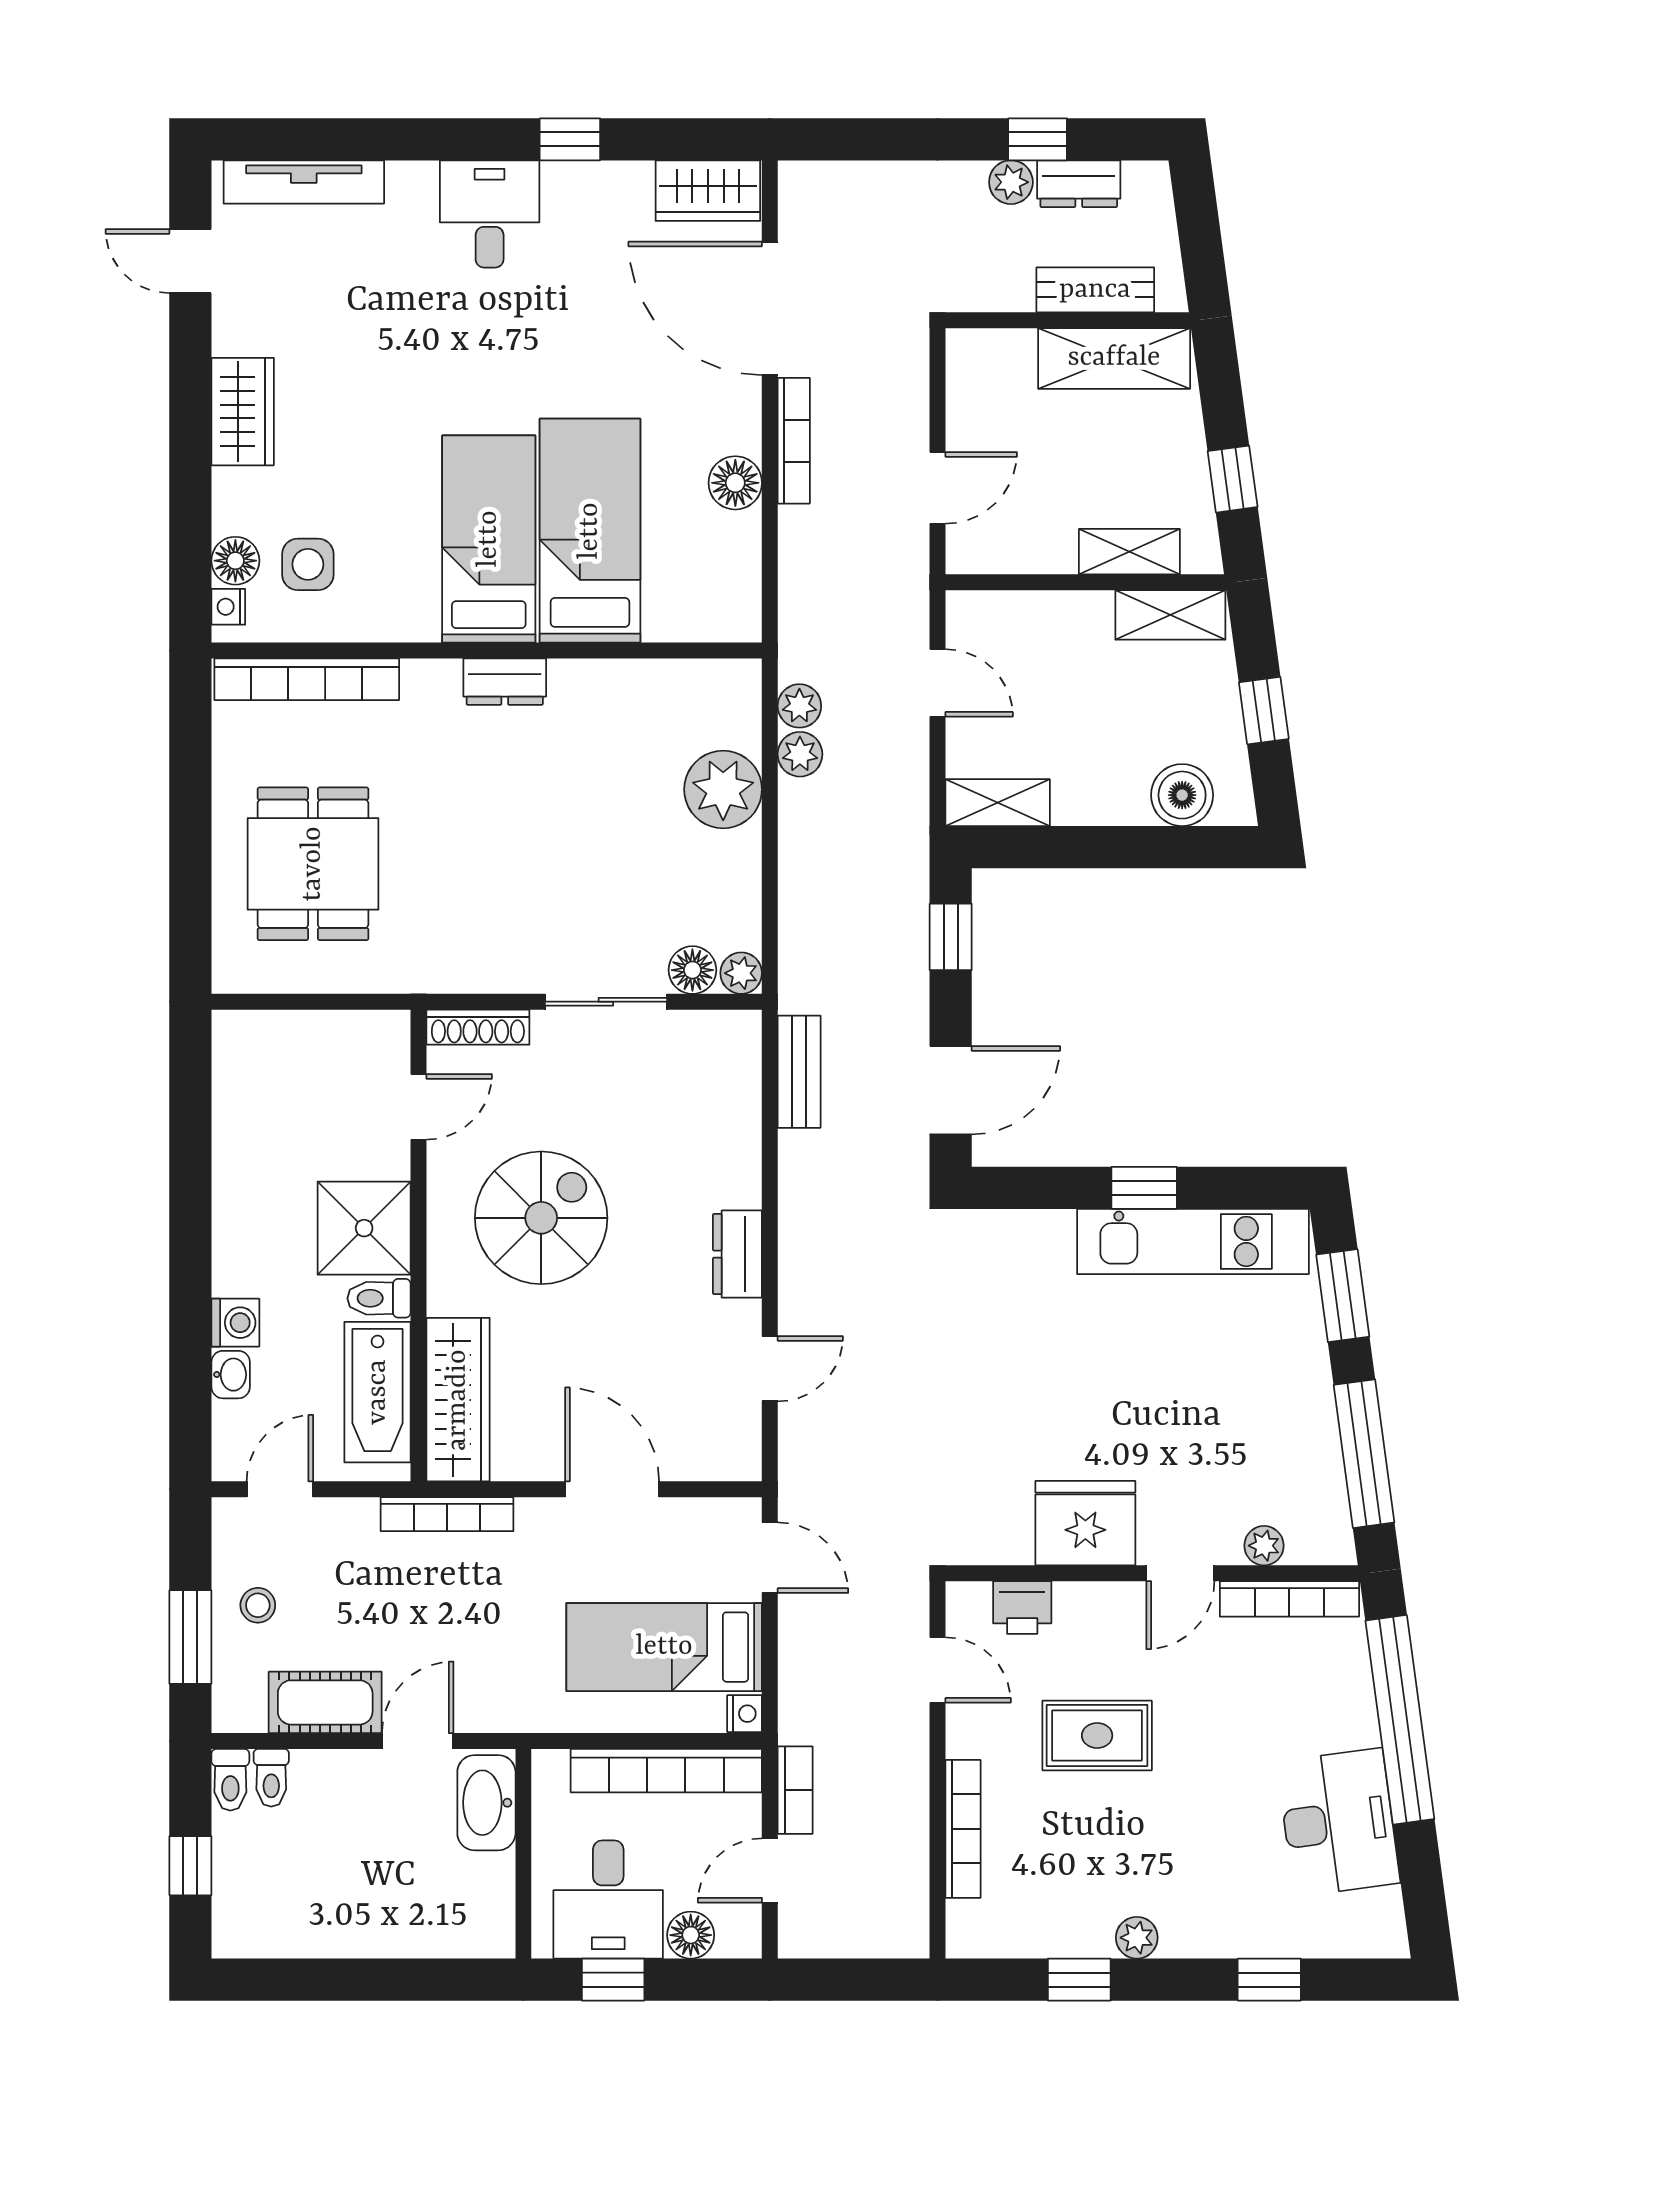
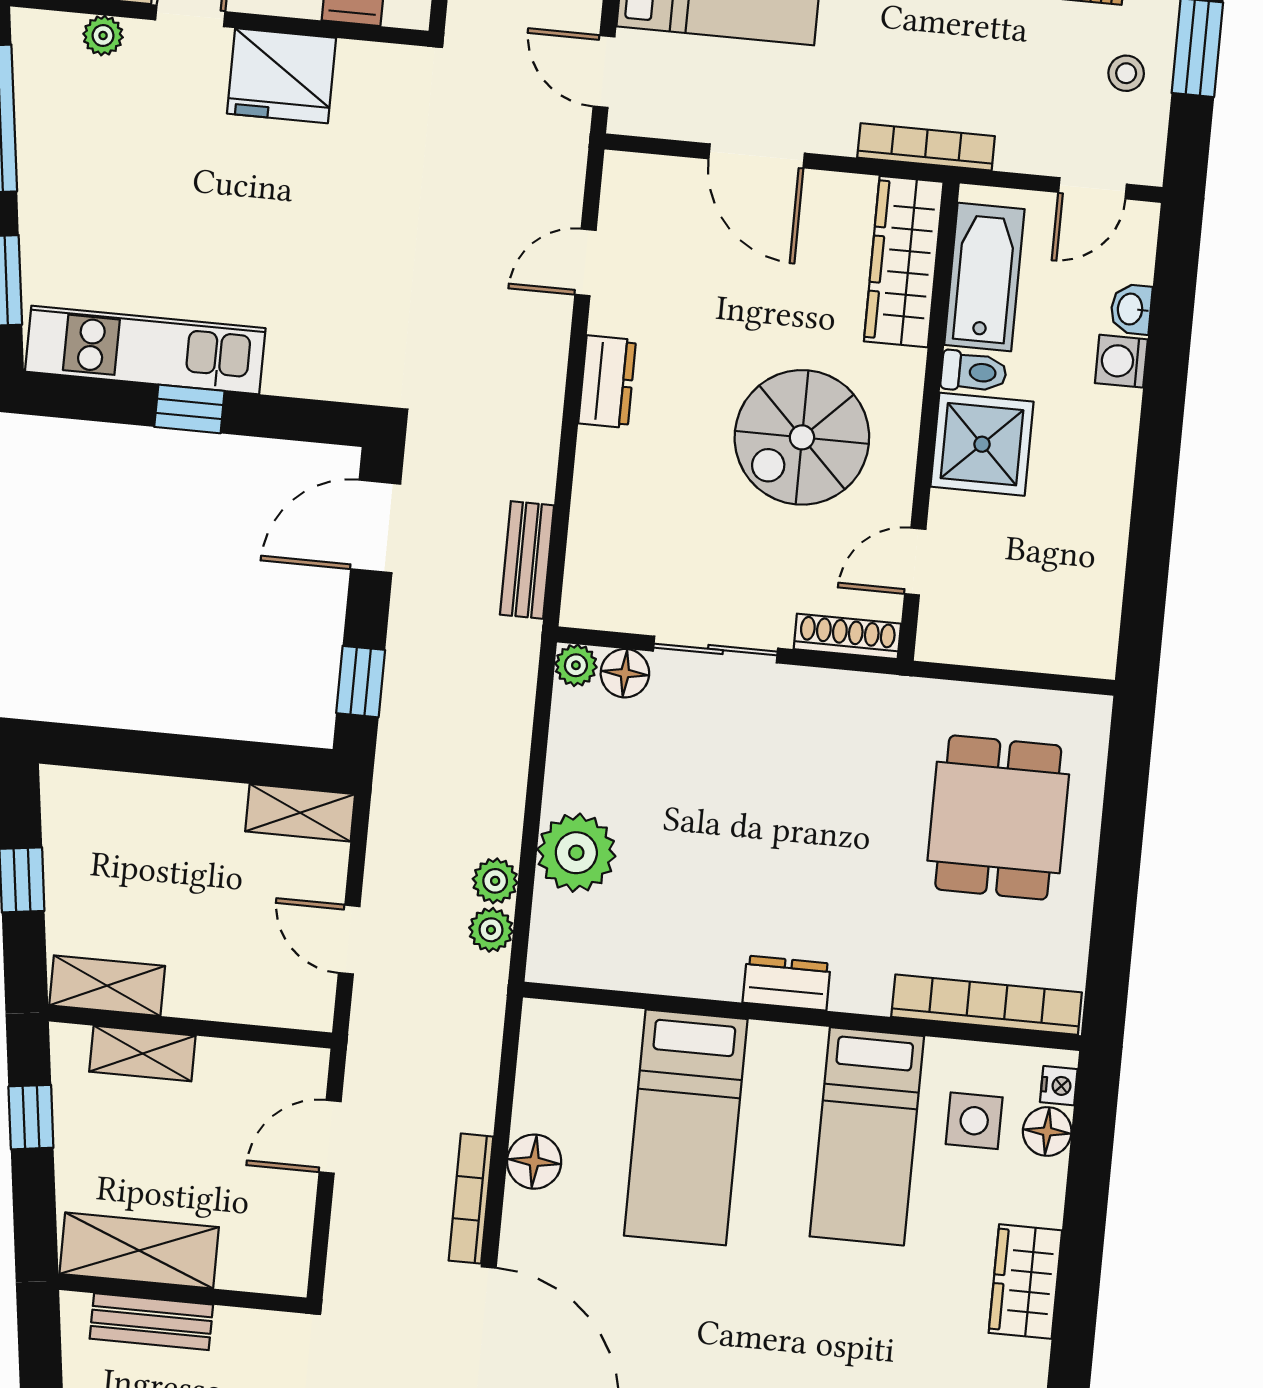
bed: (489, 539) -> (867, 1136), moved
boiler: (1182, 795) -> (113, 802), removed

